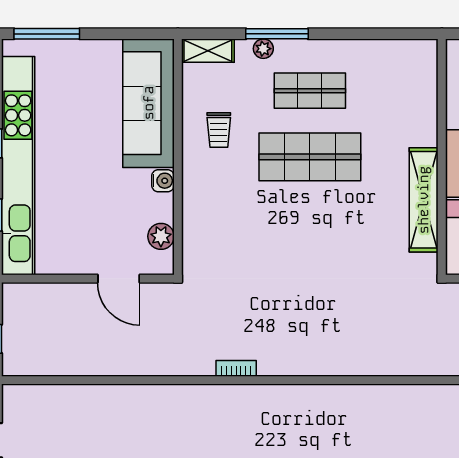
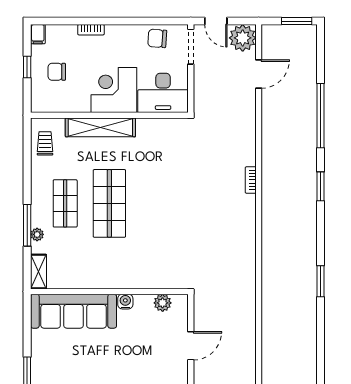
trolley: (219, 130) -> (45, 143), moved, turned -90
shelving: (424, 200) -> (100, 127), moved
door: (119, 279) -> (191, 346), moved
bookcase: (236, 368) -> (251, 180), moved

